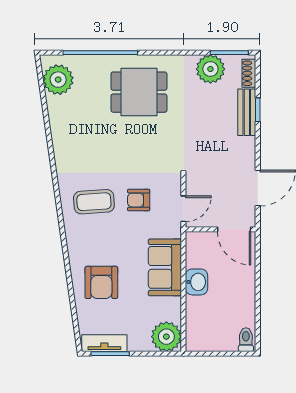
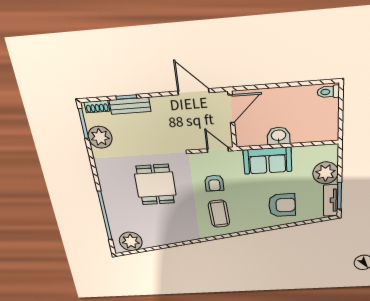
dining table: (139, 92) -> (155, 185), moved
plant: (166, 337) -> (325, 173), moved

